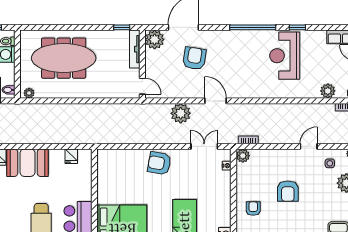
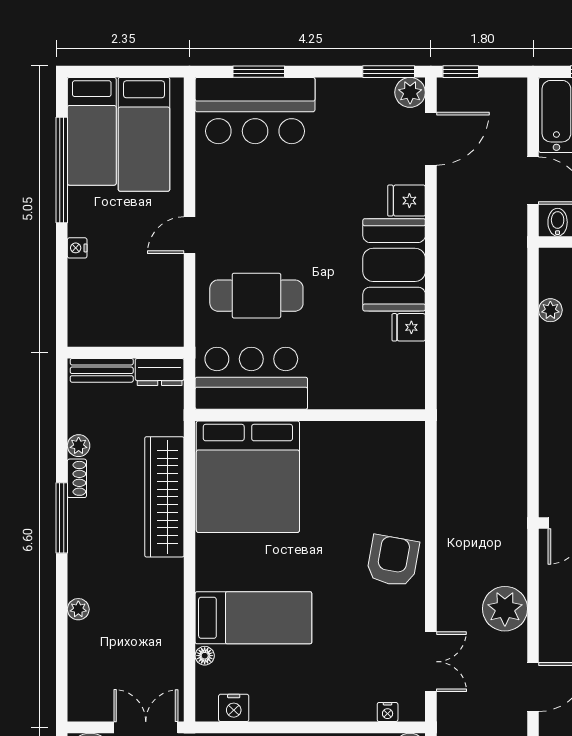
plant: (29, 93) -> (550, 310), moved
fridge: (71, 156) -> (409, 327), moved

